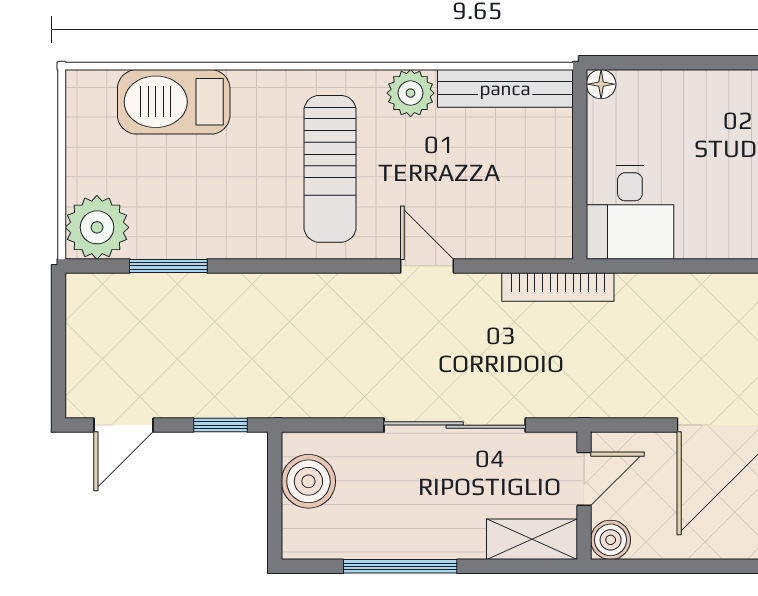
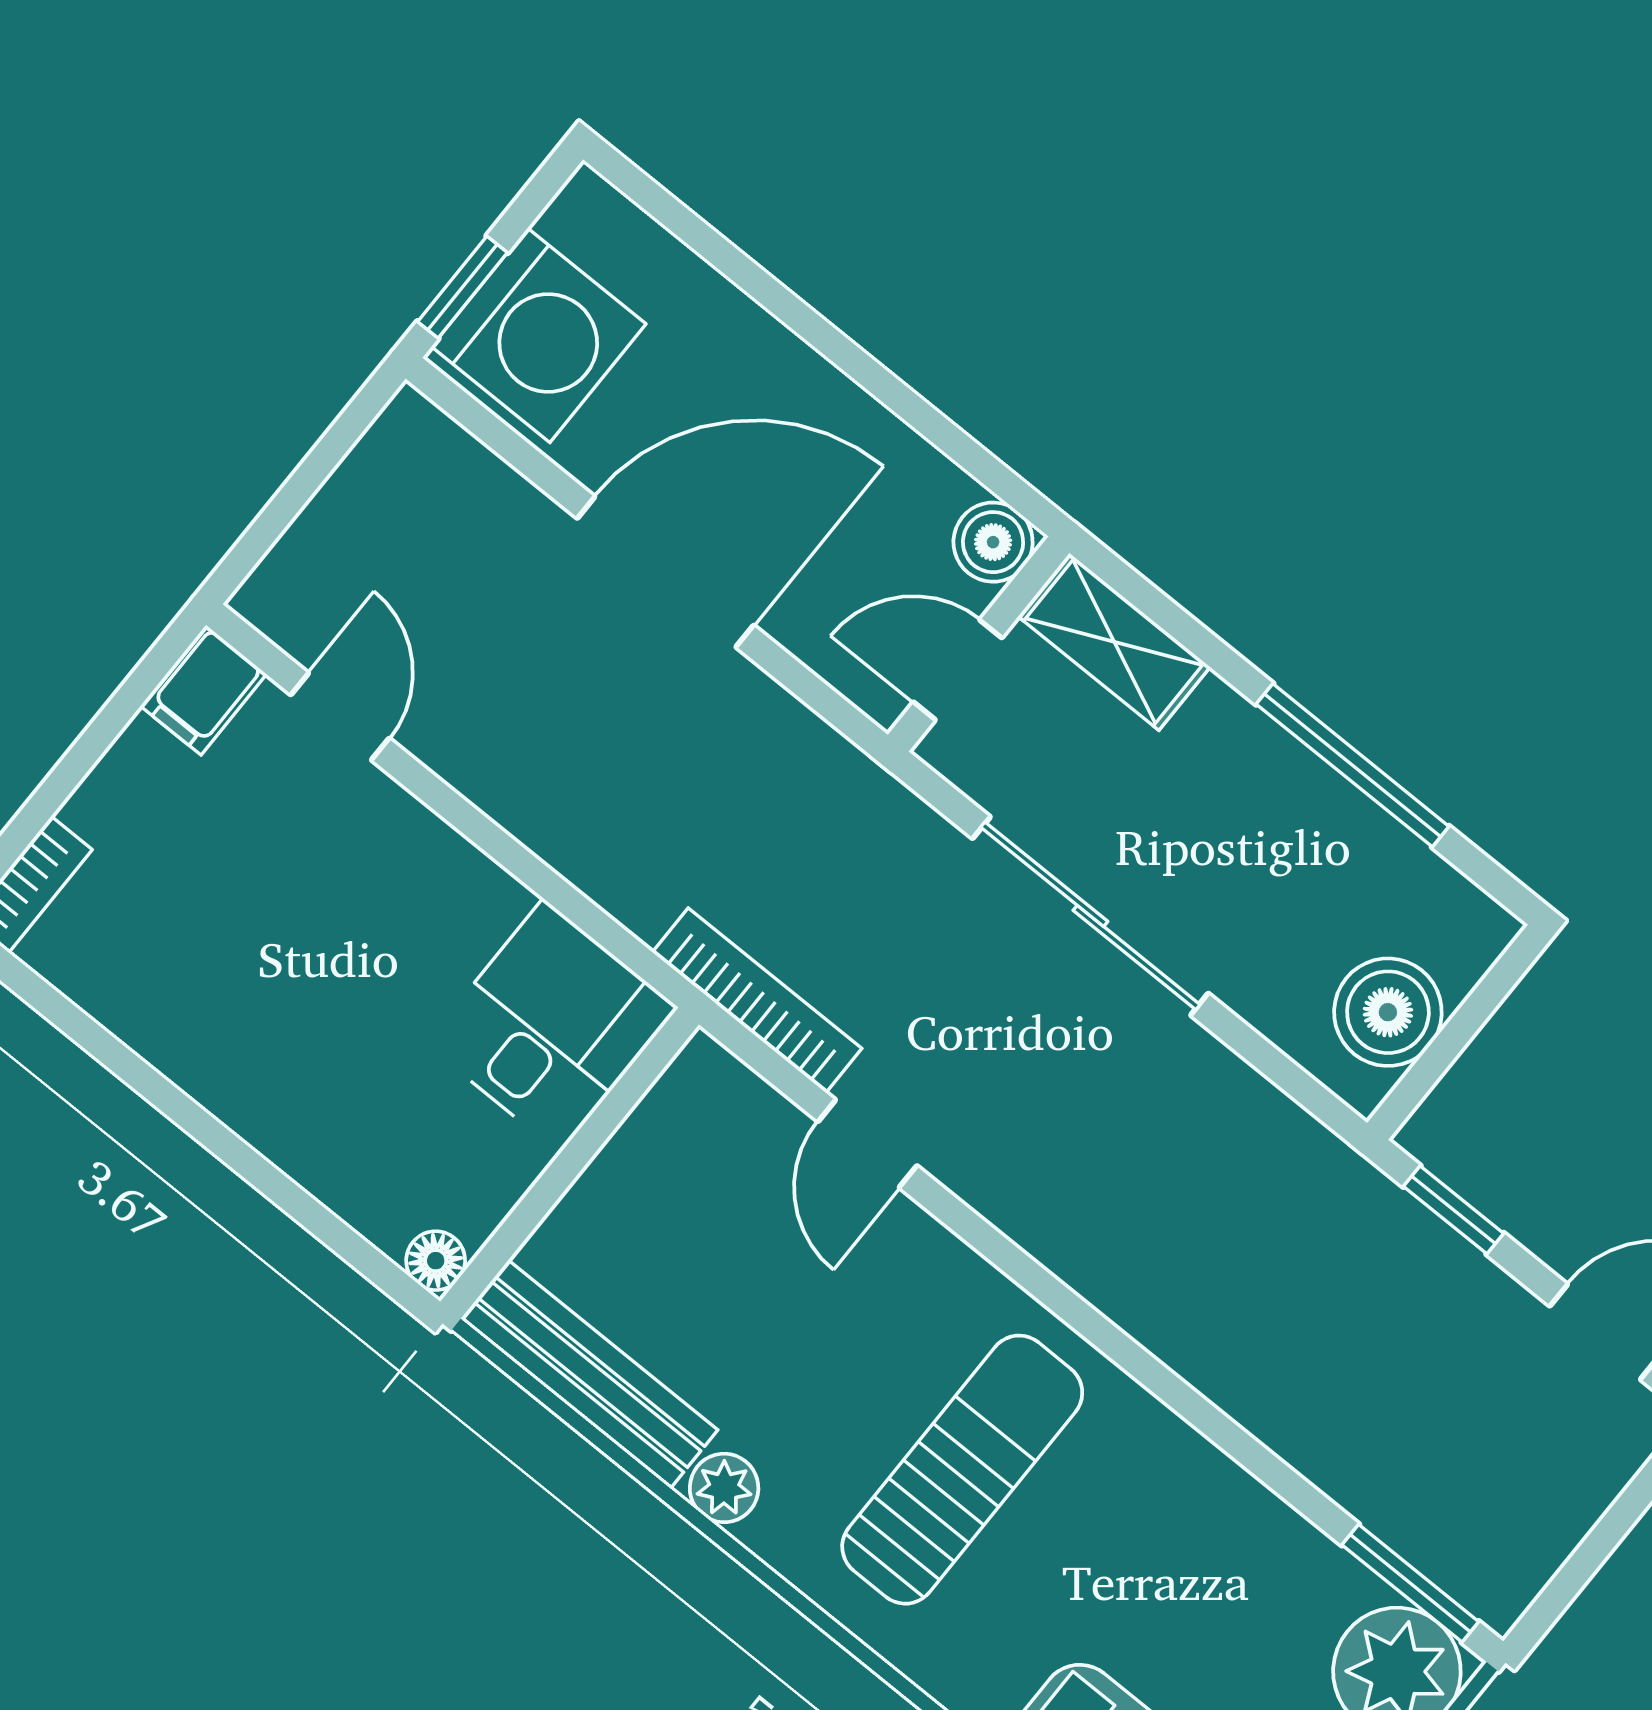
plant: (411, 93) -> (724, 1488), width x0.73, depth x0.73
window: (168, 266) -> (1410, 1583), moved
door: (427, 266) -> (867, 1144), moved

